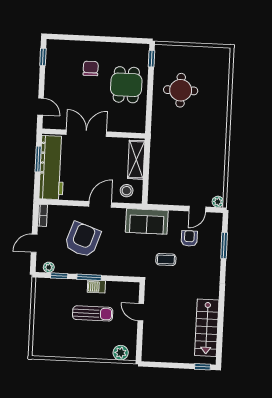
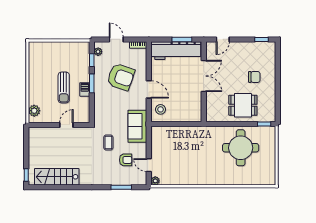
round table: (181, 90) -> (241, 148), width x1.36, depth x1.36
shelving: (136, 160) -> (185, 116), removed

